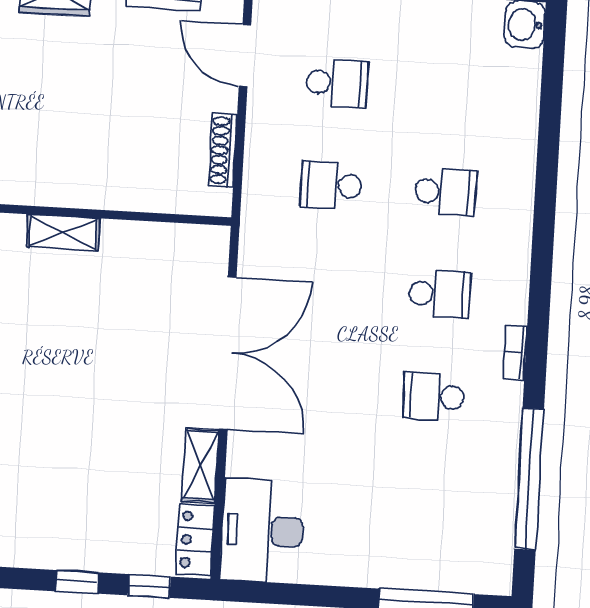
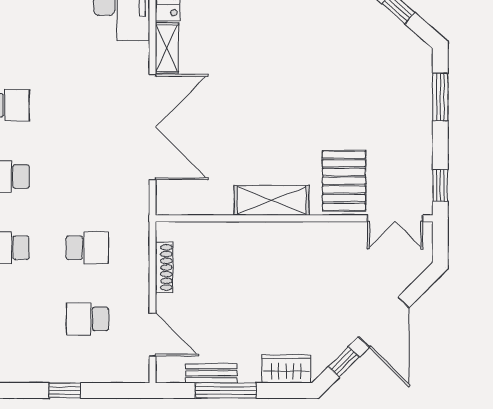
shelving: (63, 233) -> (272, 200), width x1.50, depth x1.33
double door: (228, 353) -> (152, 127), swing flipped

